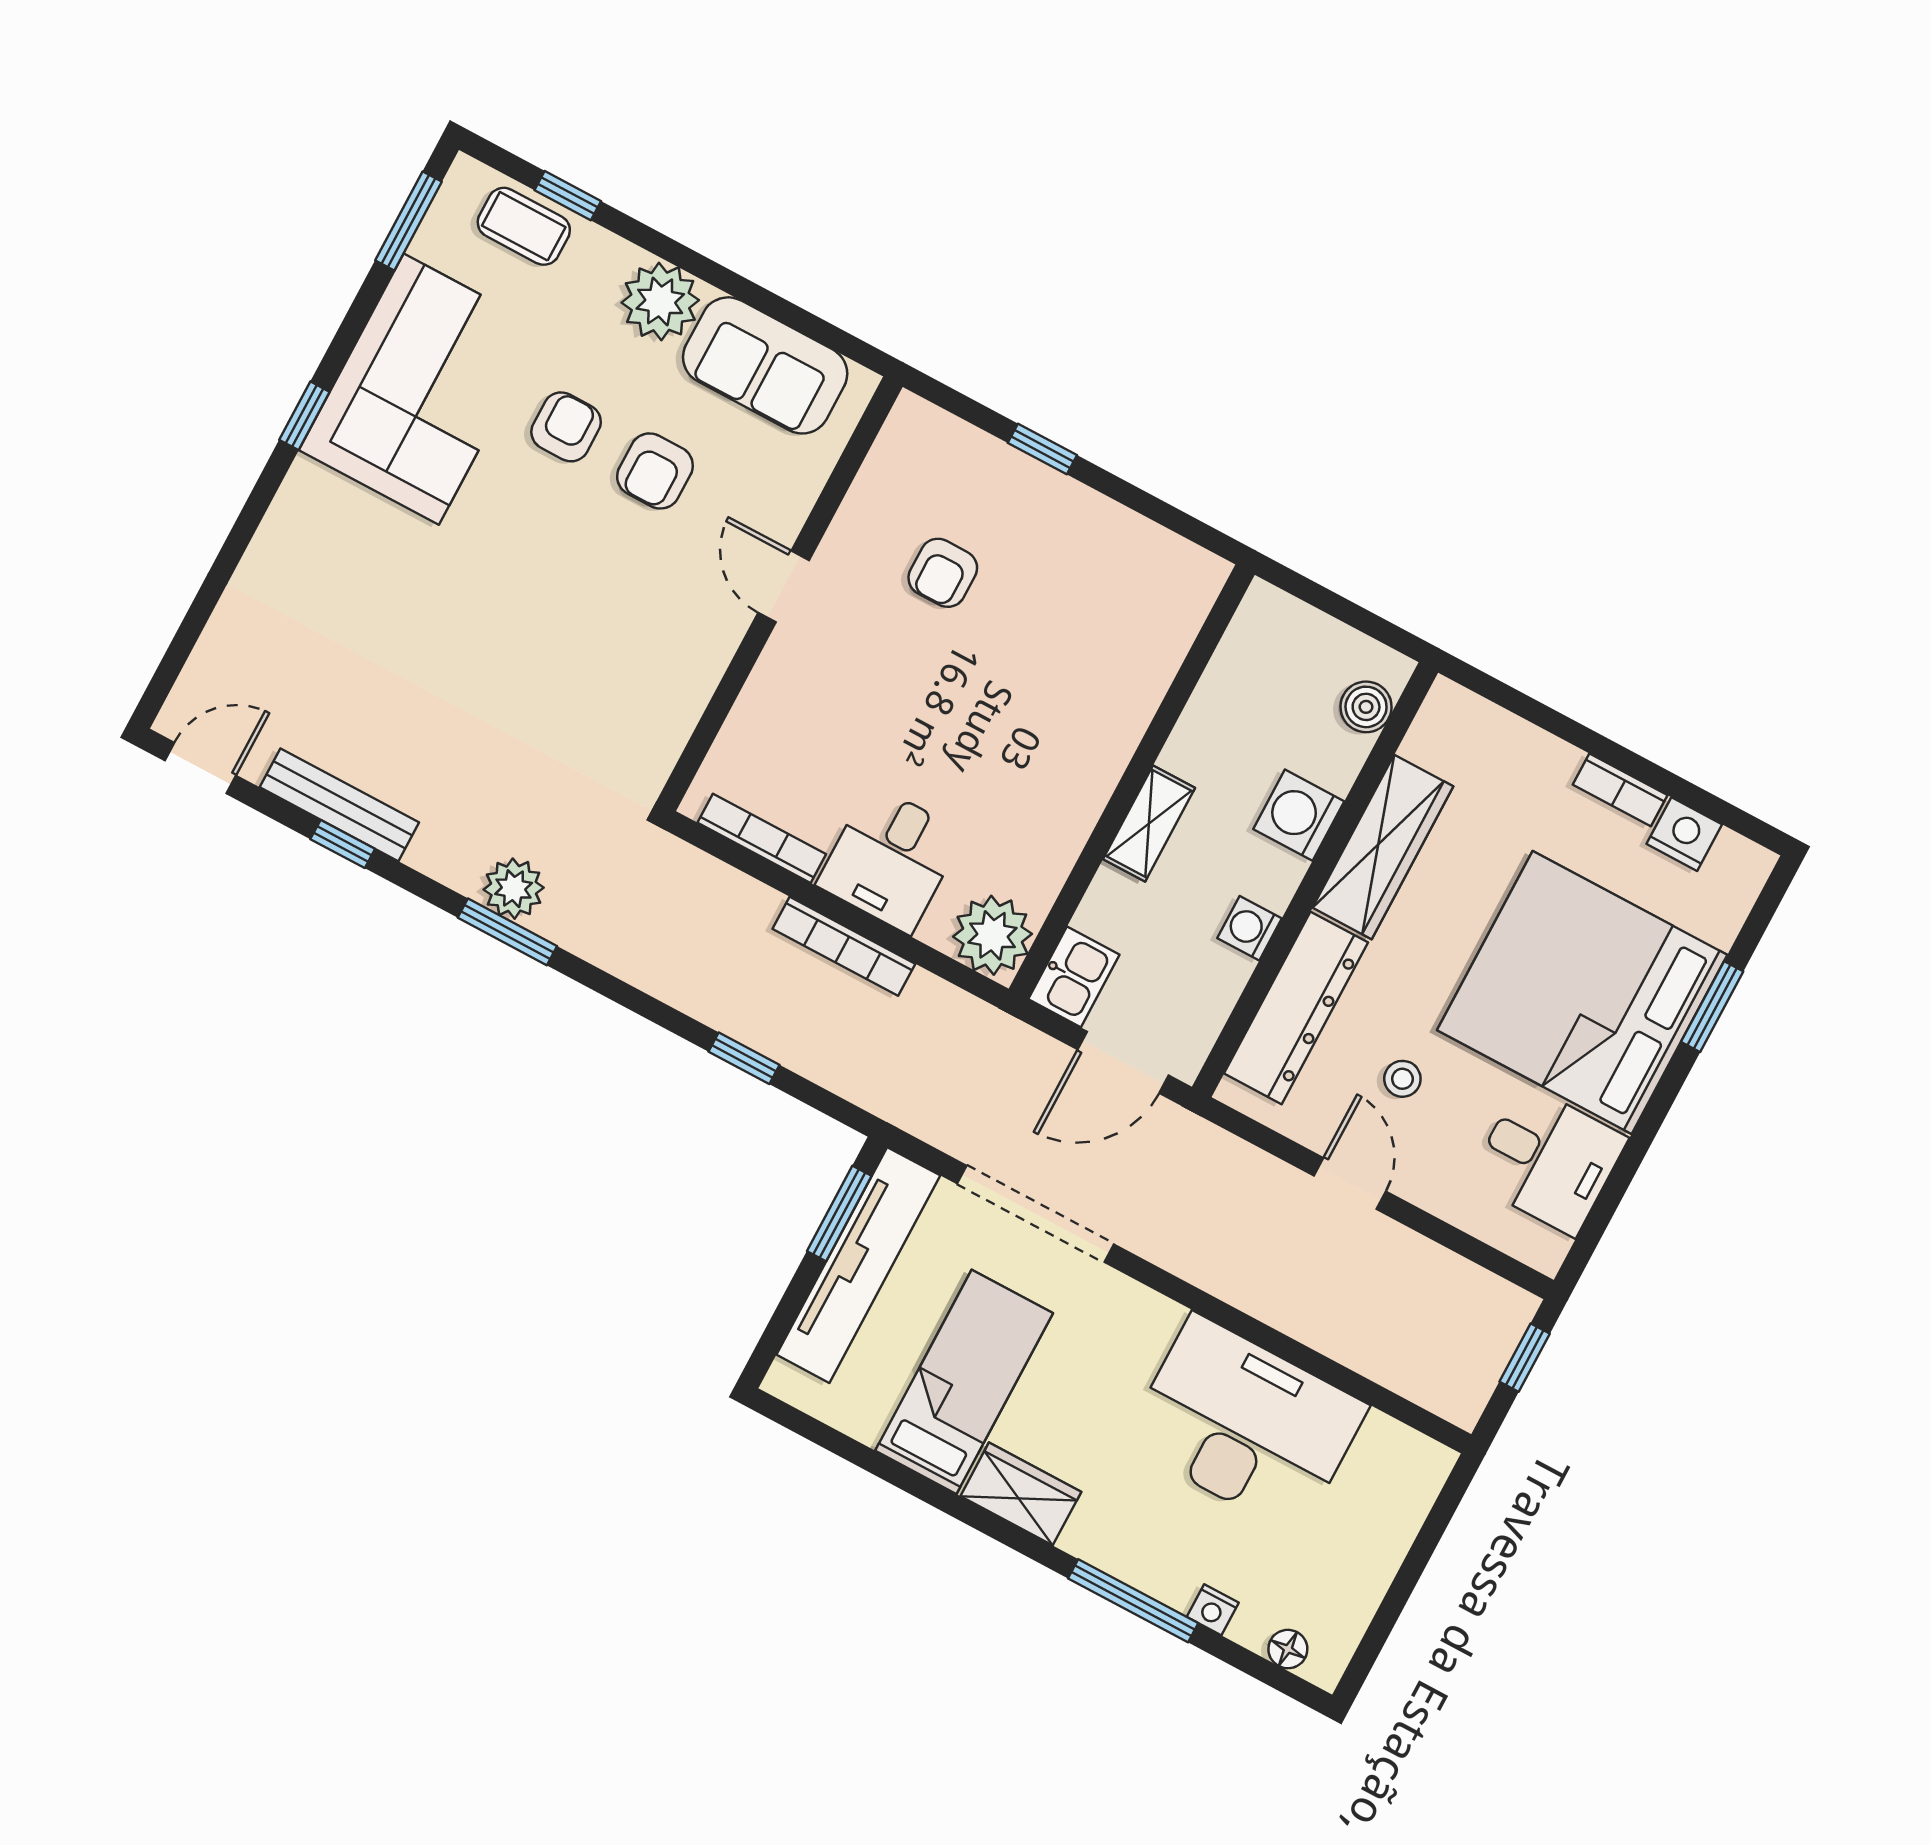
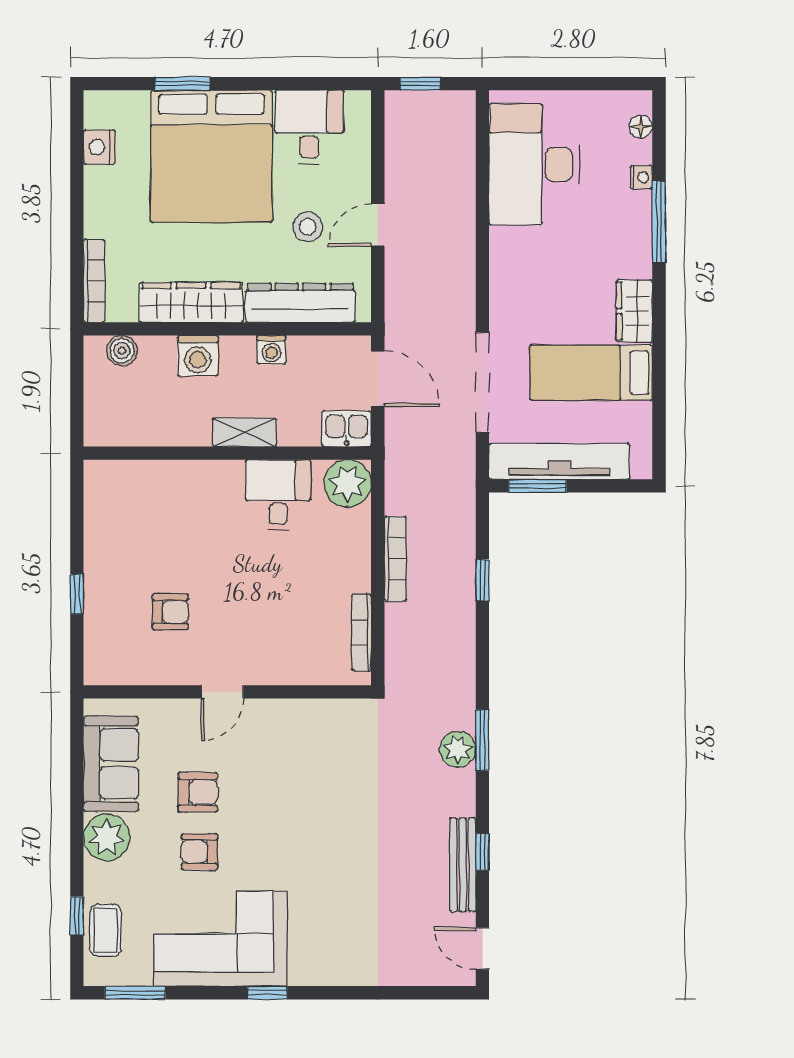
bookcase: (1620, 790) -> (94, 281), moved, width x1.56
desk: (890, 859) -> (278, 495), moved, turned -90
stool: (1402, 1079) -> (308, 227), width x1.37, depth x1.37
desk: (1246, 1425) -> (534, 164), moved

